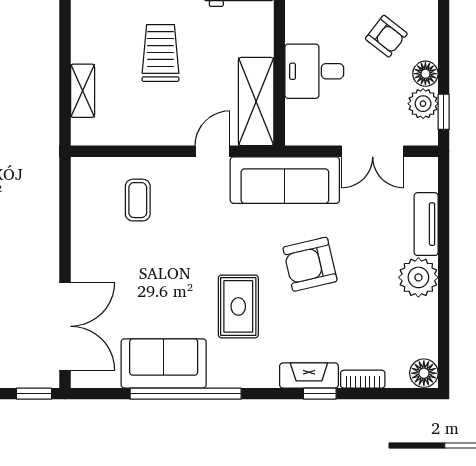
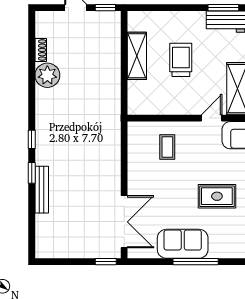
shelving: (83, 91) -> (137, 56), moved, width x1.50, depth x1.33
rug: (238, 306) -> (217, 196), moved, turned 90
window: (186, 394) -> (196, 262), width x0.68

